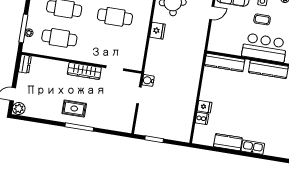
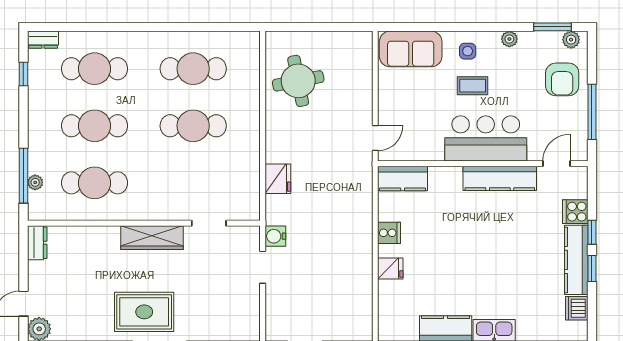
door: (212, 13) -> (375, 138), moved
fridge: (157, 31) -> (278, 179), moved
kitchen counter: (225, 62) -> (403, 179), width x0.67
rug: (74, 109) -> (144, 312), width x1.36, depth x1.43
cooker: (202, 118) -> (389, 233), moved

